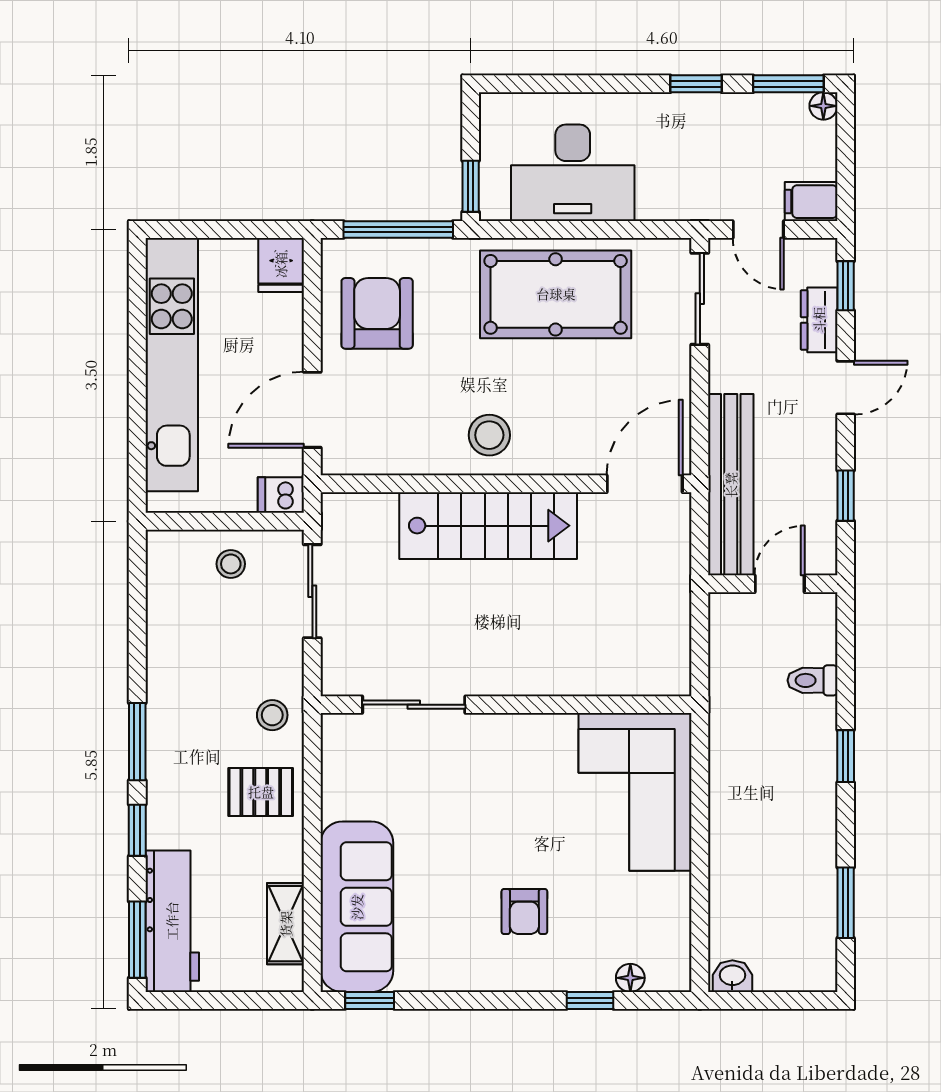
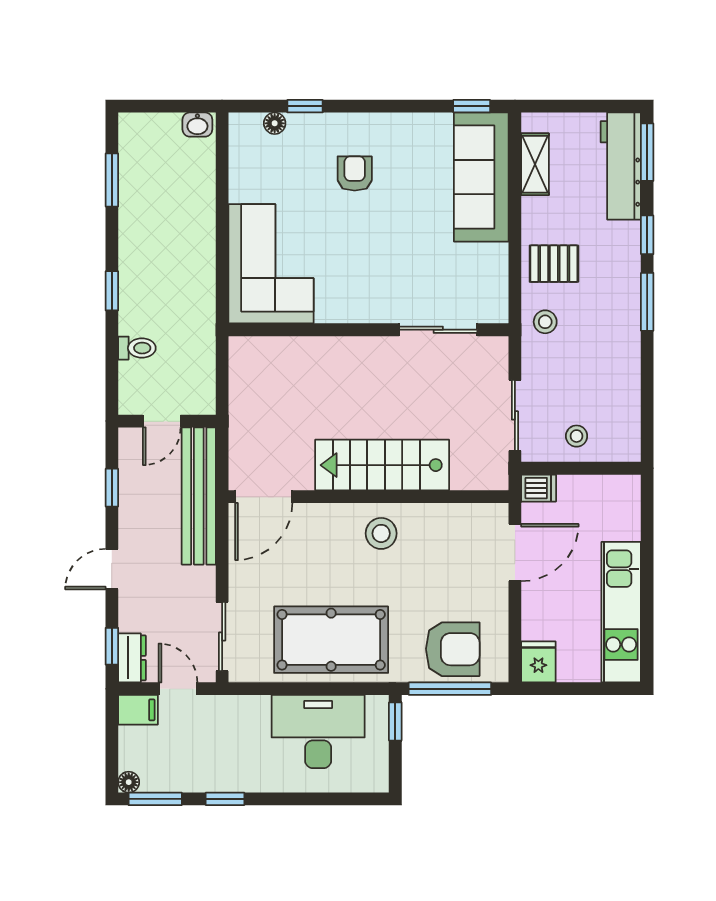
armchair: (377, 313) -> (453, 649), moved, turned -90
dresser: (819, 320) -> (132, 658), moved
kitchen unit: (172, 365) -> (621, 612), width x0.73

